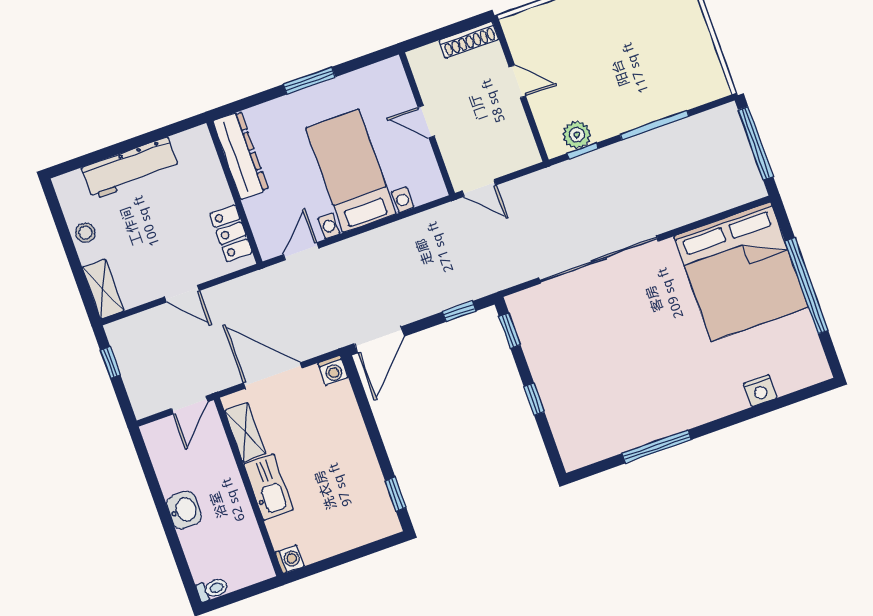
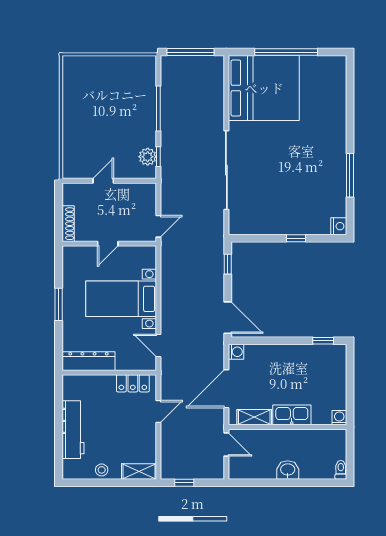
shoe rack: (469, 40) -> (68, 224), moved
door: (182, 294) -> (158, 411), moved
window: (510, 331) -> (250, 238), removed
nightstand: (760, 391) -> (339, 226), moved

